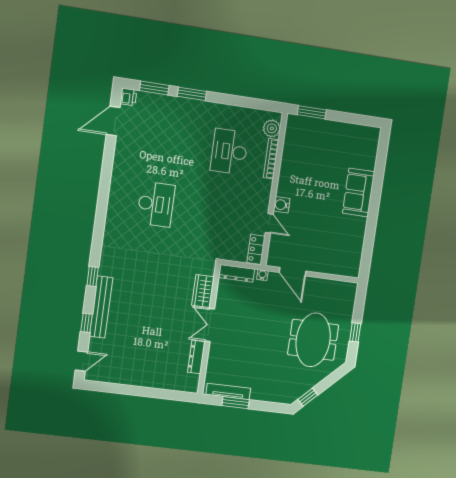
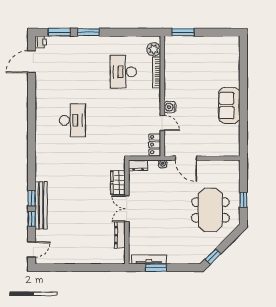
sofa: (359, 192) -> (229, 105), moved
dresser: (237, 273) -> (138, 165), width x0.70
window: (93, 277) -> (32, 198), moved

